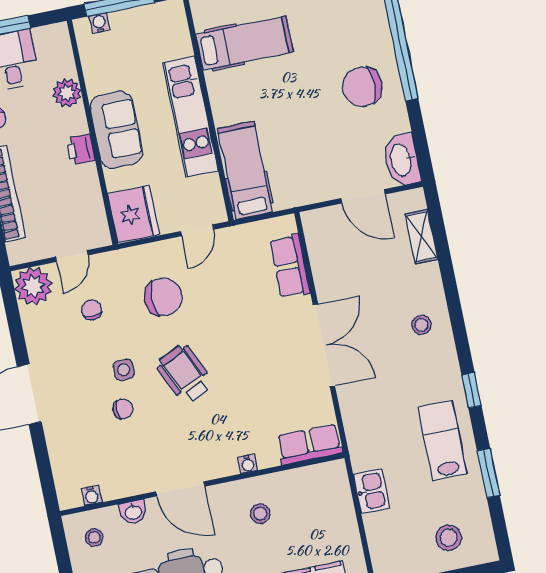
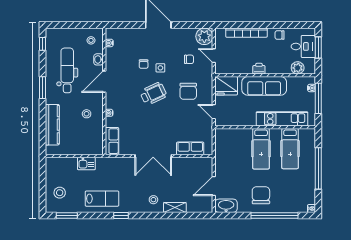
plant: (67, 93) -> (298, 68), moved
kitchen unit: (190, 117) -> (282, 119), moved
sofa: (116, 130) -> (264, 86), width x1.36
hospital bed: (245, 170) -> (261, 149), moved, turned 90
shelving: (421, 237) -> (175, 207), moved
window: (488, 473) -> (67, 215), moved

